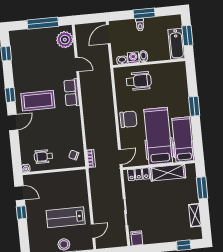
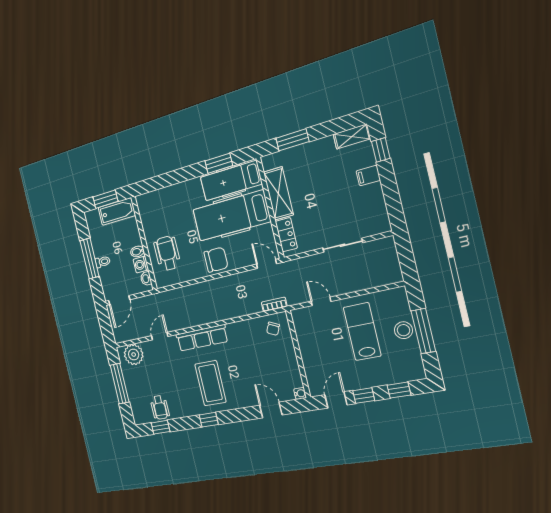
window: (144, 13) -> (90, 258), width x1.44
door: (108, 34) -> (119, 300), hinge flipped
row of seats: (72, 93) -> (202, 338), width x1.48
window: (194, 106) -> (219, 163), moved
chair: (128, 119) -> (216, 260), turned 90
door: (13, 122) -> (271, 410), moved
wheelchair: (43, 156) -> (160, 407), moved
shelving: (195, 215) -> (352, 136), moved
lab bench: (66, 217) -> (362, 332), turned 180
door: (93, 231) -> (321, 301), moved
window: (24, 236) -> (399, 390), added
filing cabinet: (137, 238) -> (368, 176), moved

